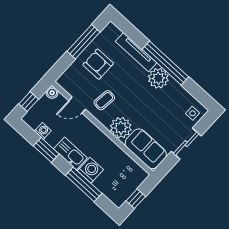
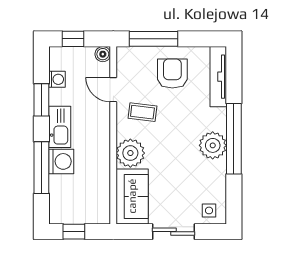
window: (83, 42) -> (153, 39), moved
tv unit: (136, 52) -> (218, 77), moved

